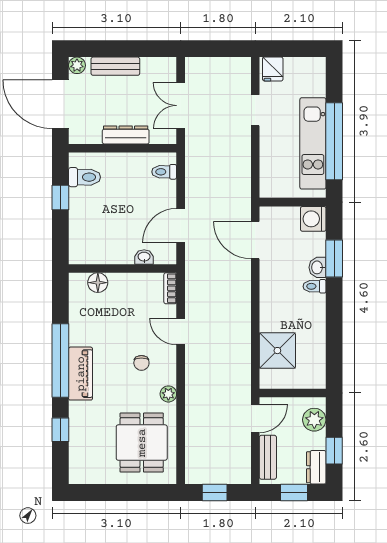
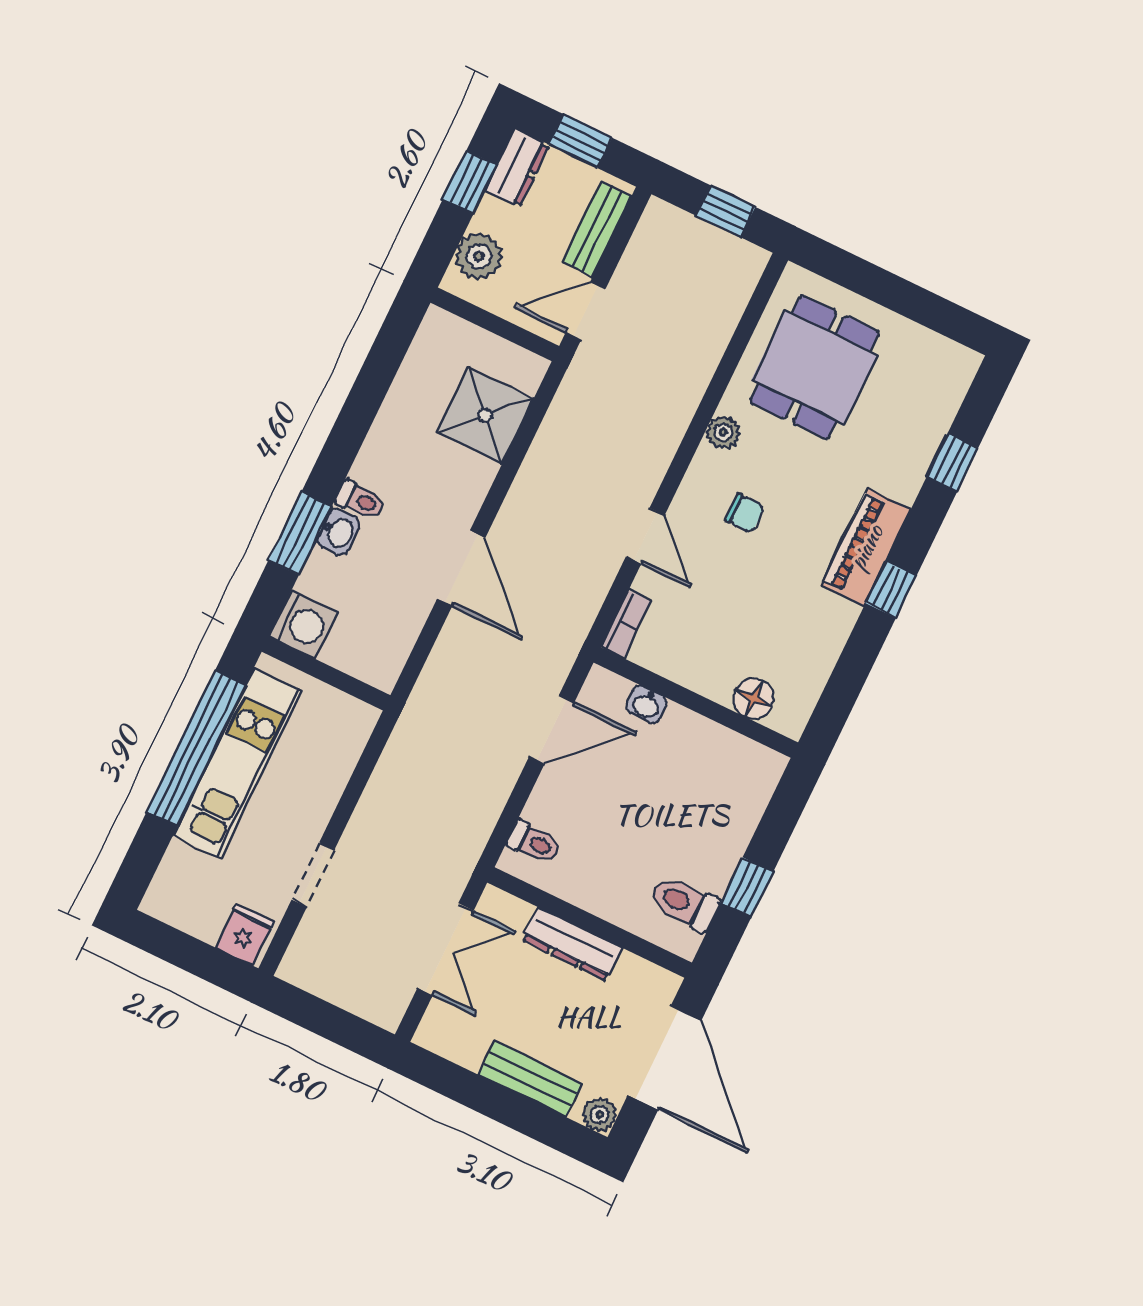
door: (255, 240) -> (461, 568), moved
window: (60, 361) -> (891, 589), width x0.32
chair: (141, 363) -> (745, 513), turned 90

